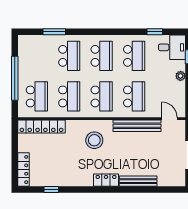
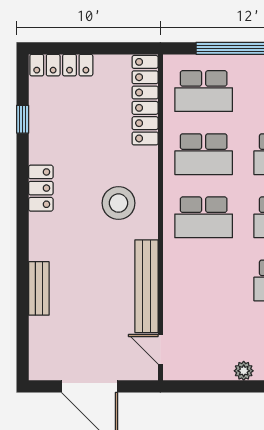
school desk: (134, 96) -> (204, 280), removed
door: (169, 119) -> (160, 349), swing flipped
locker: (106, 180) -> (41, 188), moved
bench: (138, 181) -> (39, 288), width x0.73

